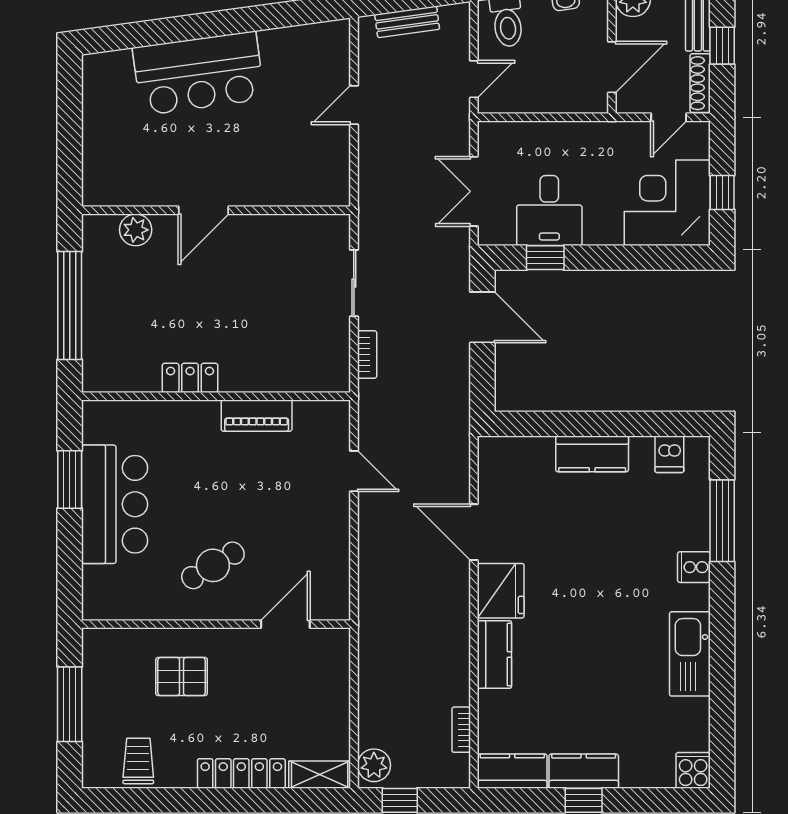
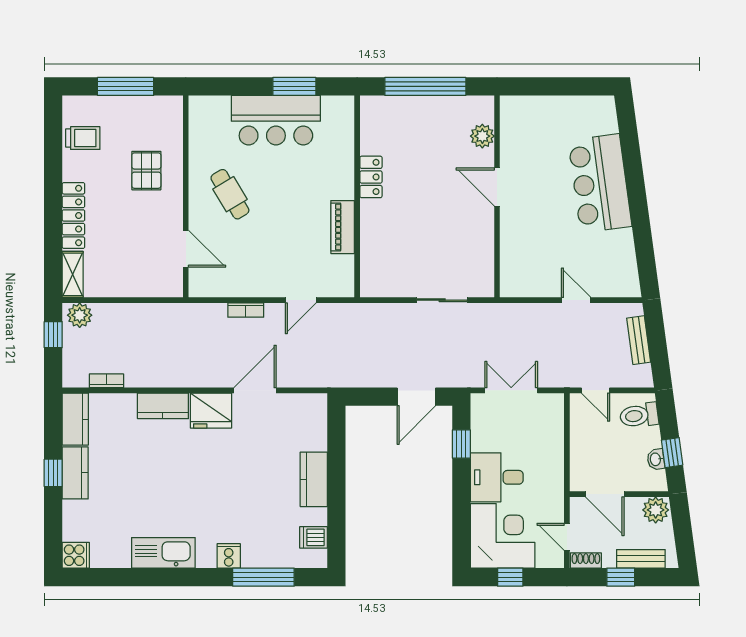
shoe rack: (700, 83) -> (586, 561), width x0.70
desk: (549, 211) -> (497, 477), moved
bookcase: (367, 354) -> (246, 310), moved

